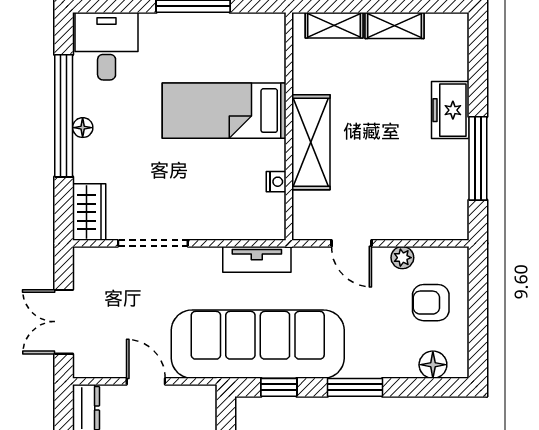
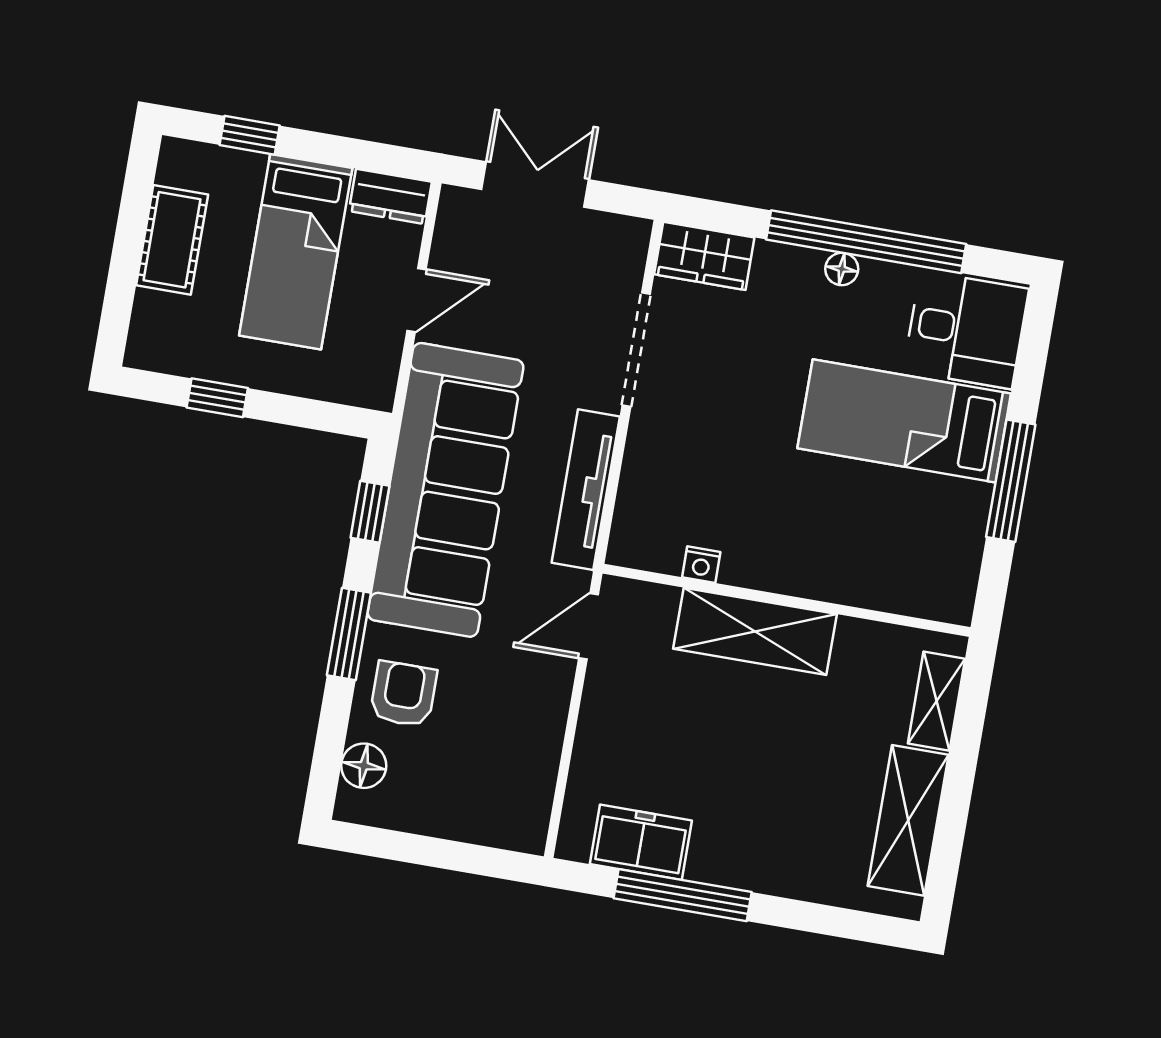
shelving: (394, 25) -> (908, 820), width x1.50, depth x1.33
freezer: (450, 110) -> (641, 842), moved
bed: (224, 111) -> (904, 421), moved, turned -90
door: (351, 243) -> (588, 626), moved
plant: (402, 258) -> (544, 746), removed
tv unit: (257, 259) -> (586, 490), width x1.41
armchair: (431, 303) -> (403, 694), moved

